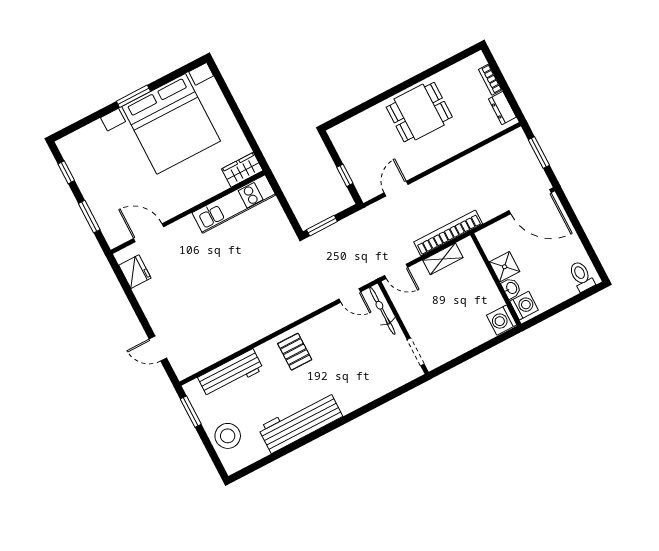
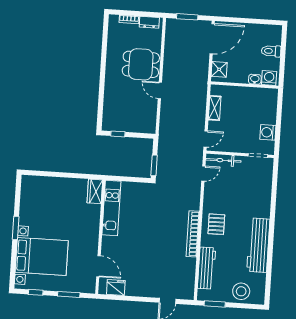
dining table: (419, 112) -> (141, 64), moved, turned 90
bed with nightstands: (171, 124) -> (42, 256), moved, width x0.73
window: (345, 175) -> (118, 134), moved
door: (396, 189) -> (160, 90), moved
door: (149, 233) -> (98, 266), swing flipped
bookcase: (448, 233) -> (193, 234), moved
shower: (505, 267) -> (219, 69), moved
toilet: (581, 276) -> (271, 51), moved
washing machine: (502, 320) -> (268, 132), moved, turned 90
pallet: (295, 352) -> (216, 224), turned 90

